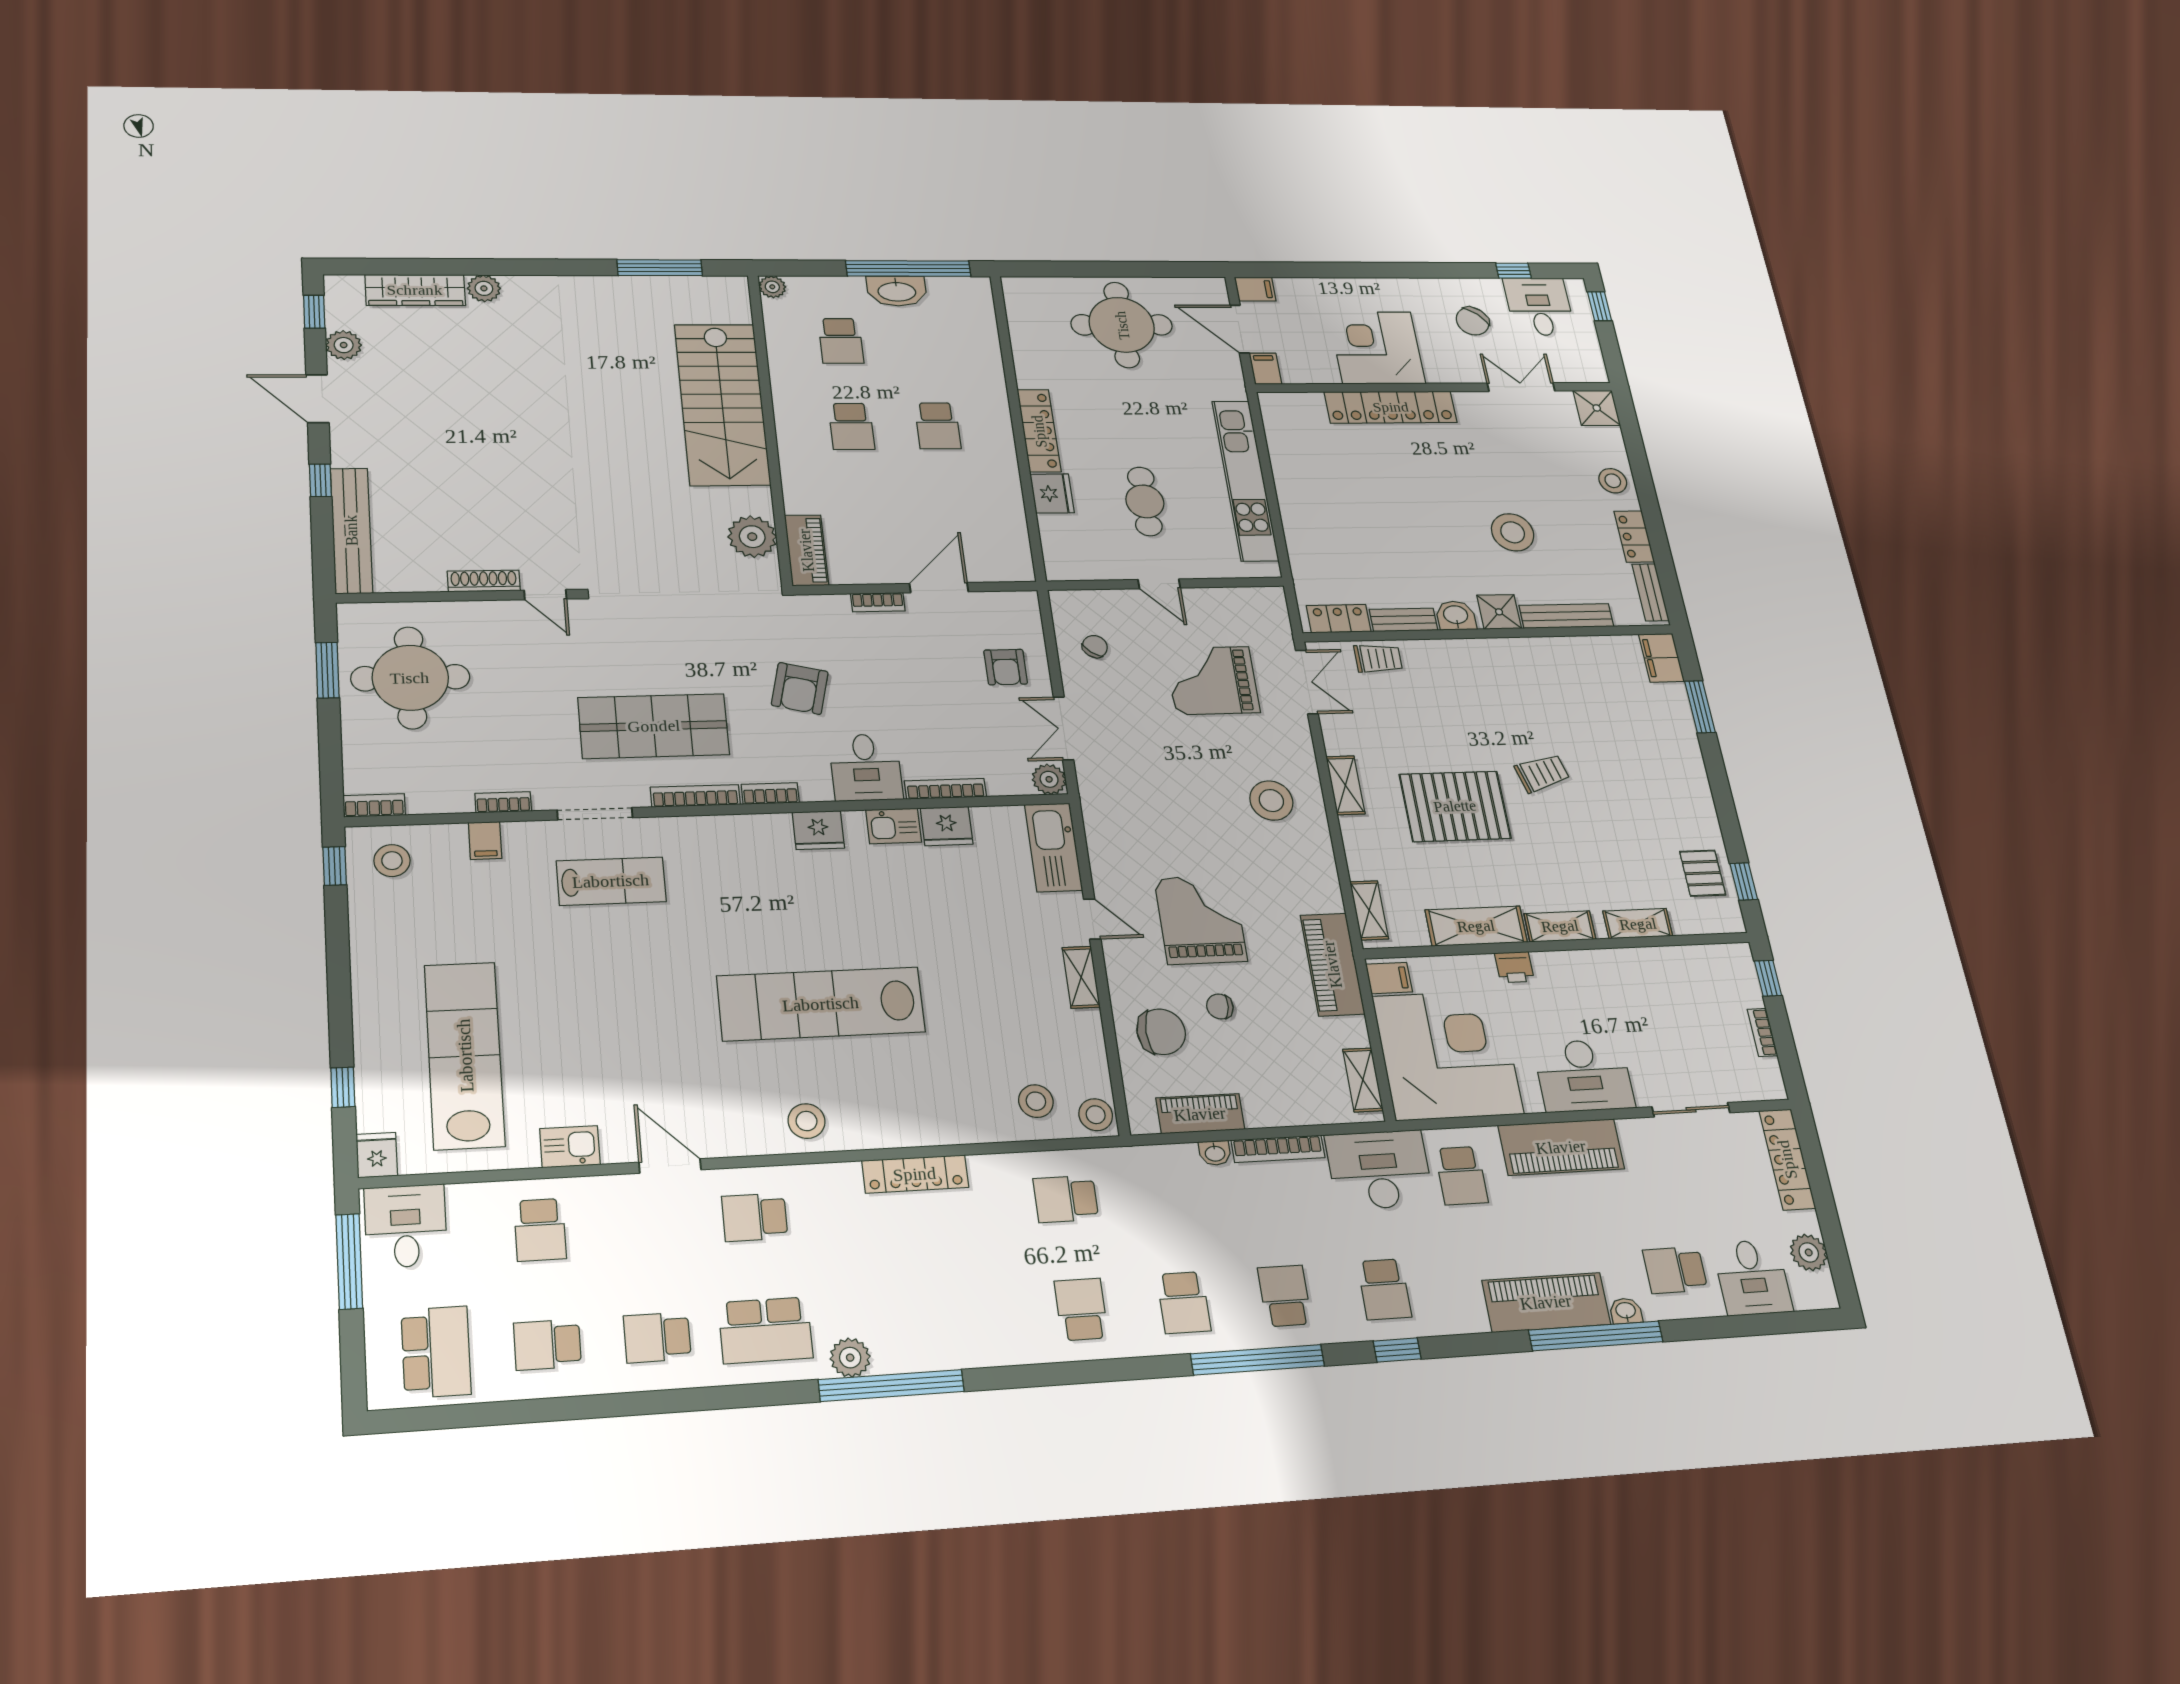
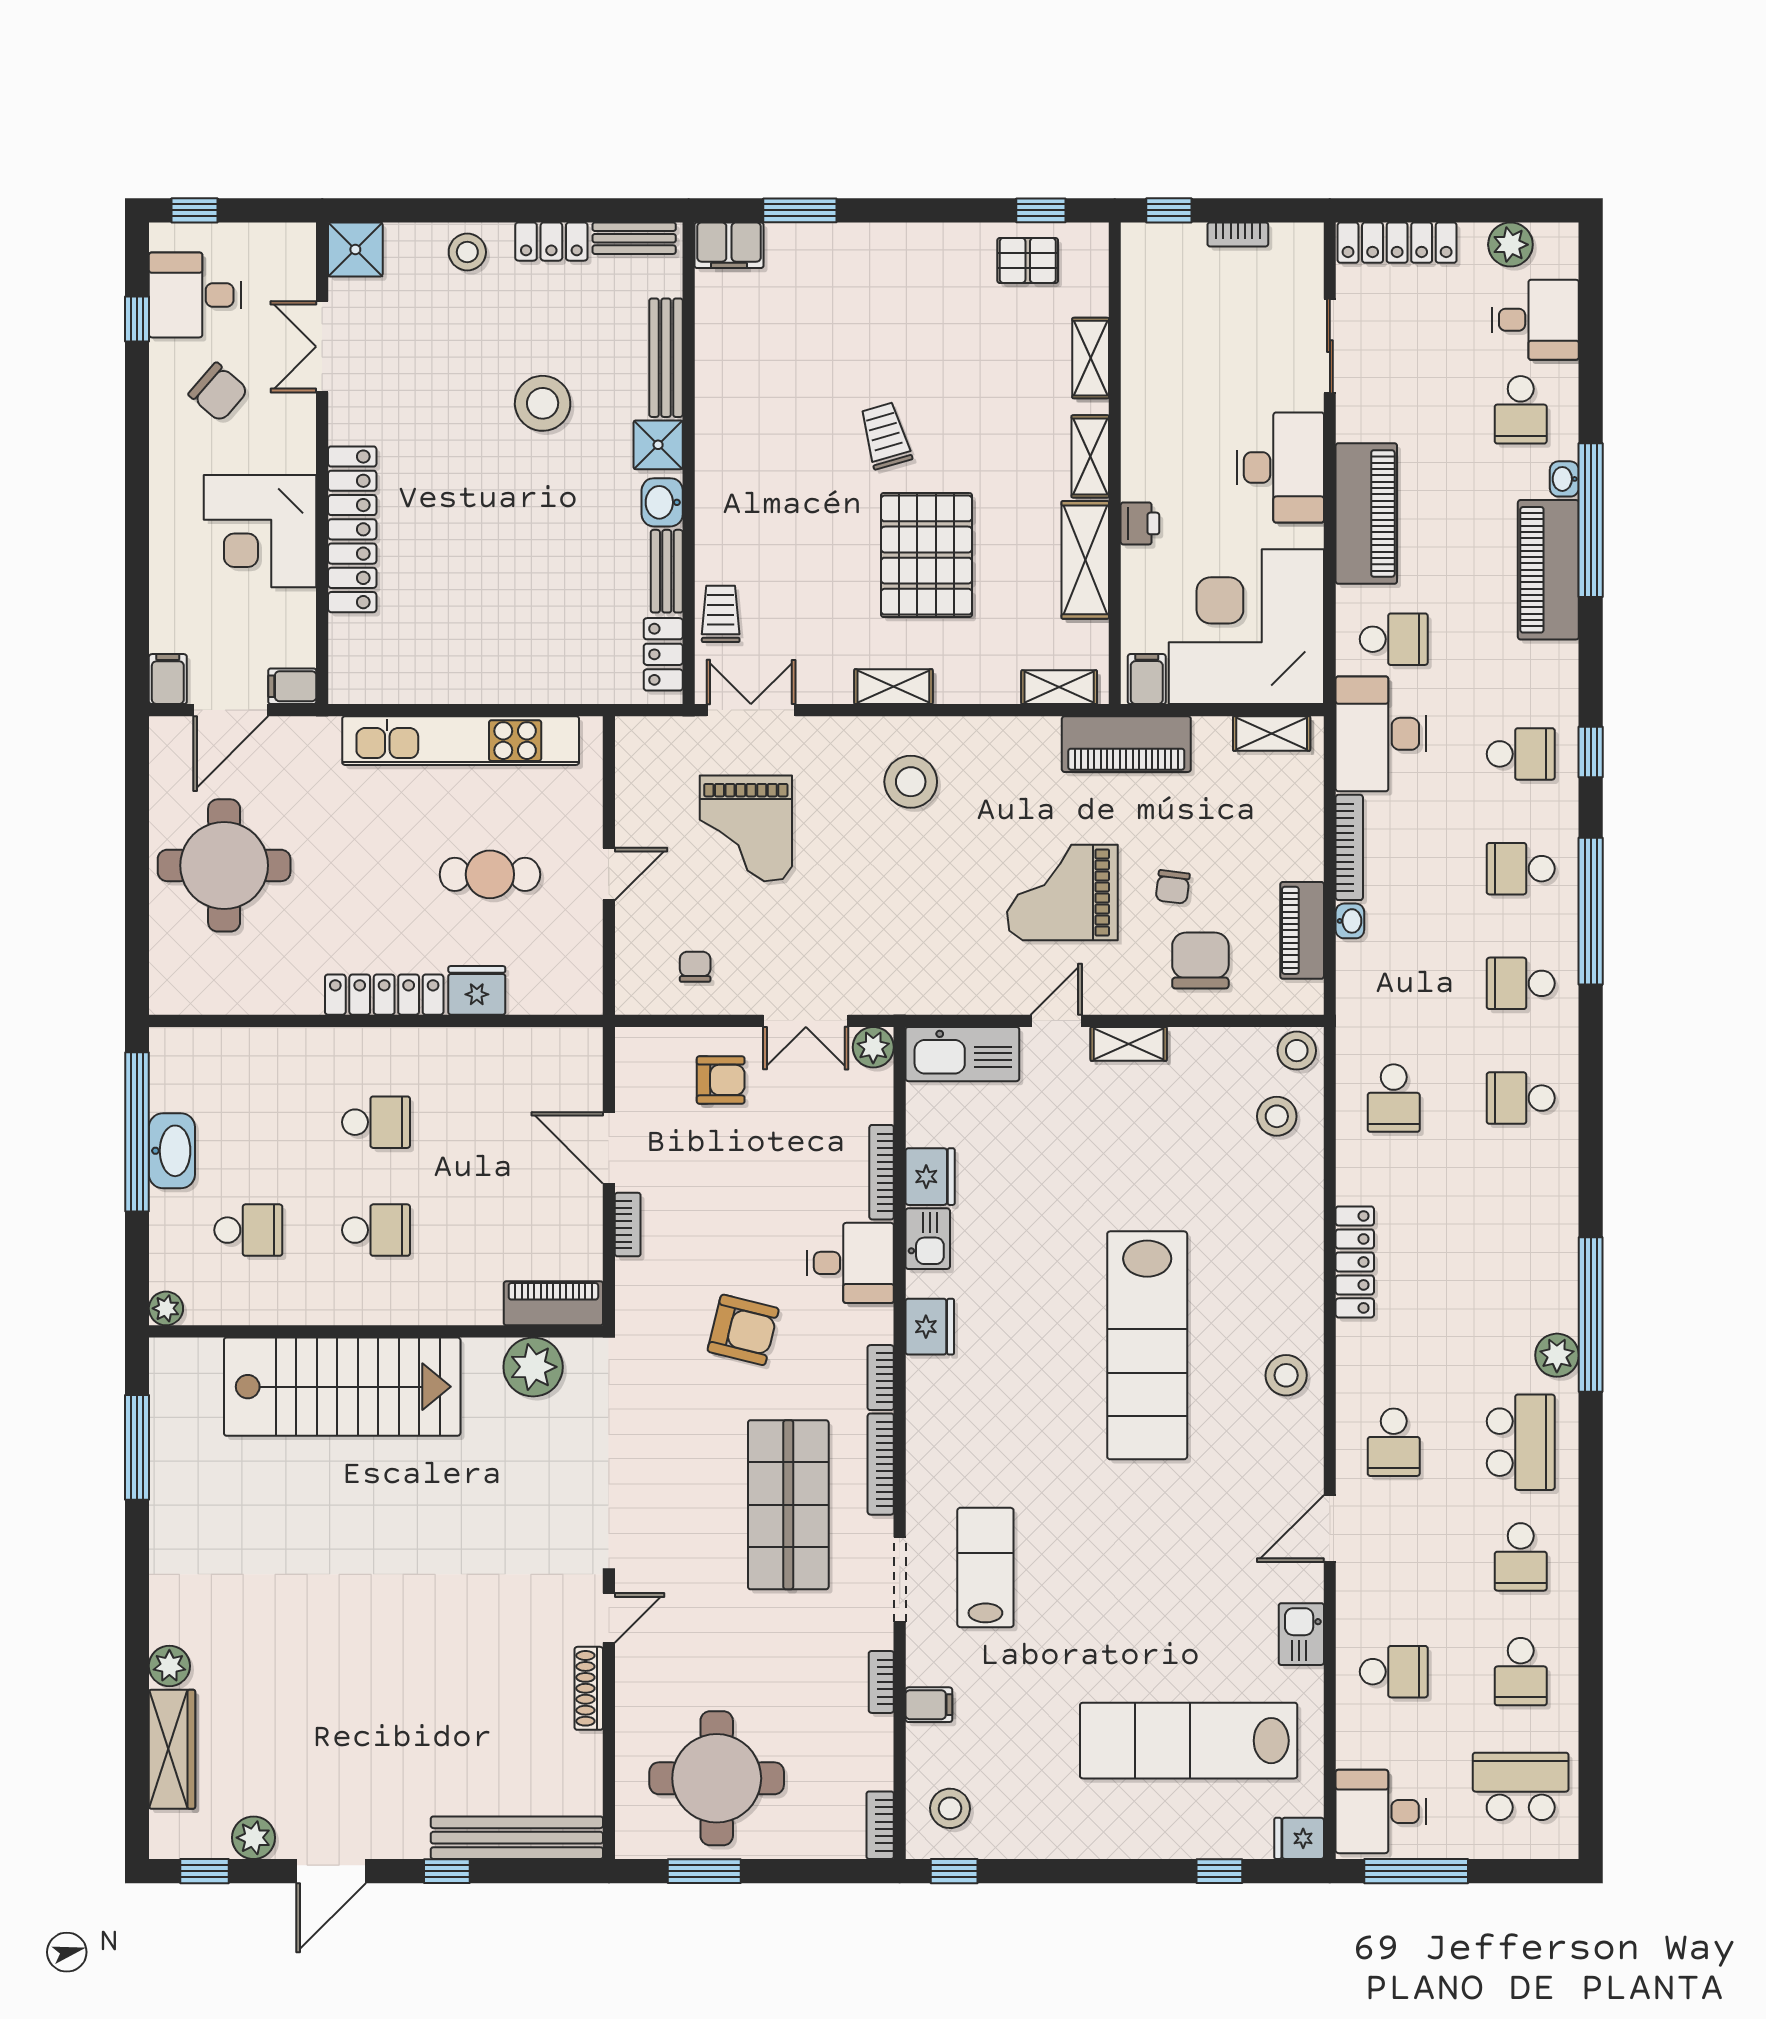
chair: (1095, 646) -> (695, 967), turned 52
school desk: (1184, 1303) -> (1521, 983), turned 180

